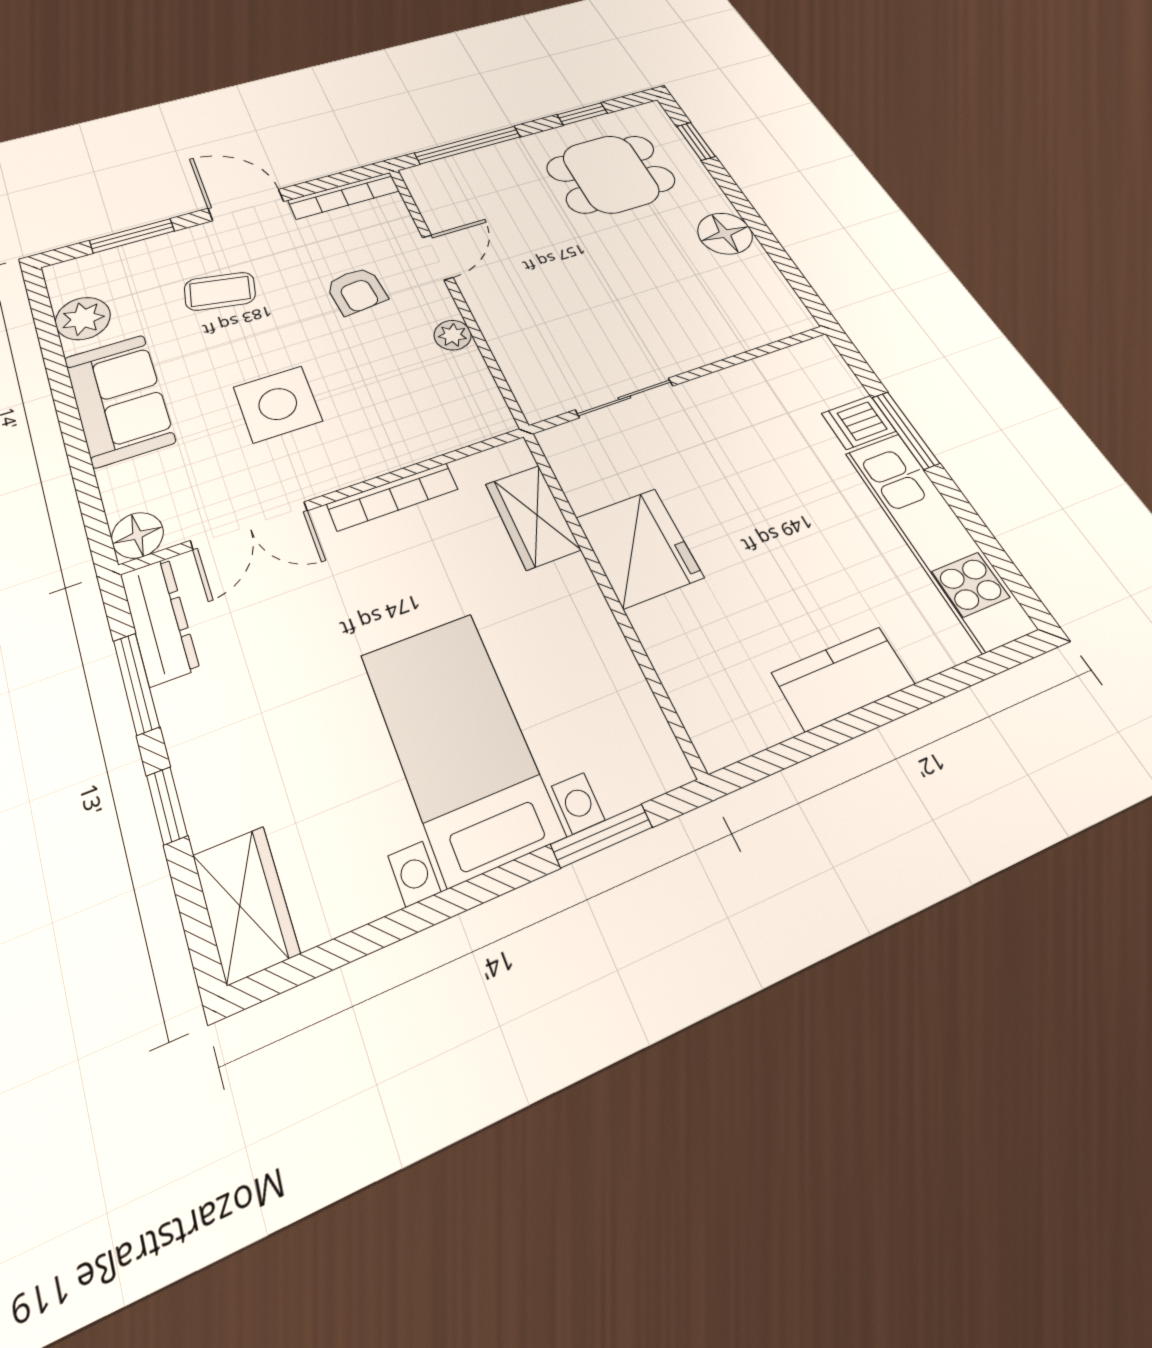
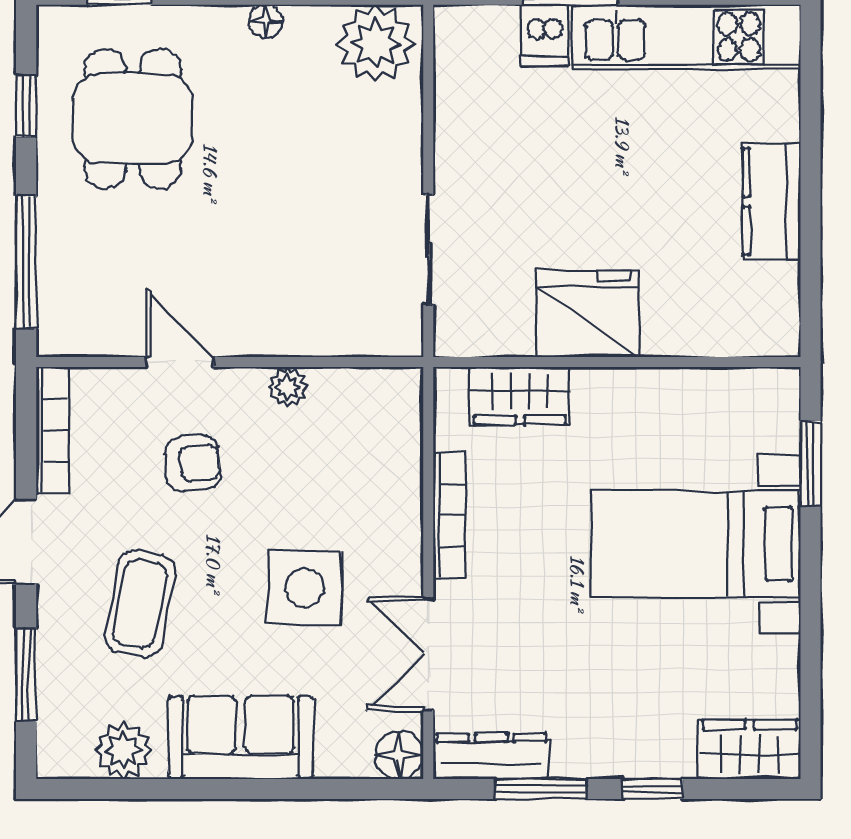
floor lamp: (725, 234) -> (266, 21), width x0.53, depth x0.53
coffee table: (220, 291) -> (140, 604), width x1.36, depth x1.30
plant: (768, 305) -> (376, 44), added
double door: (249, 526) -> (428, 654), swing flipped

